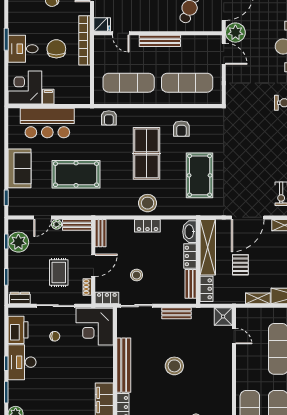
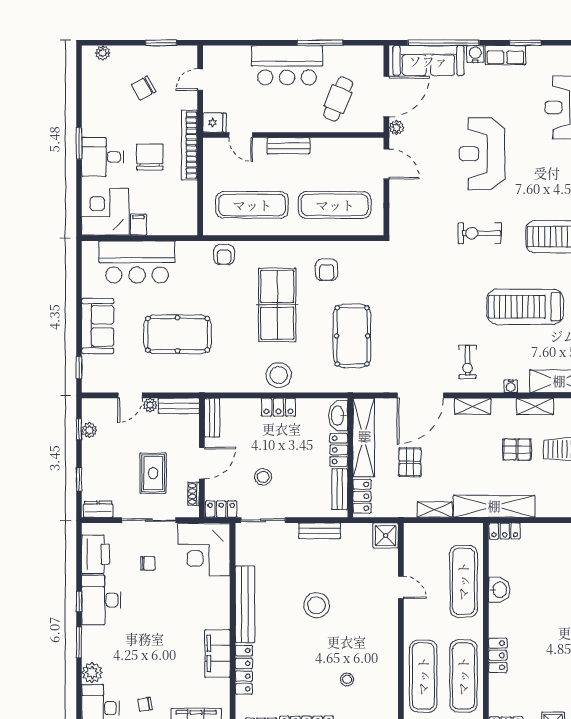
plant: (235, 33) -> (396, 128), width x0.53, depth x0.53
bench: (160, 41) -> (288, 146), width x0.73
plant: (18, 242) -> (89, 430), width x0.53, depth x0.53
door: (234, 336) -> (401, 587), moved

